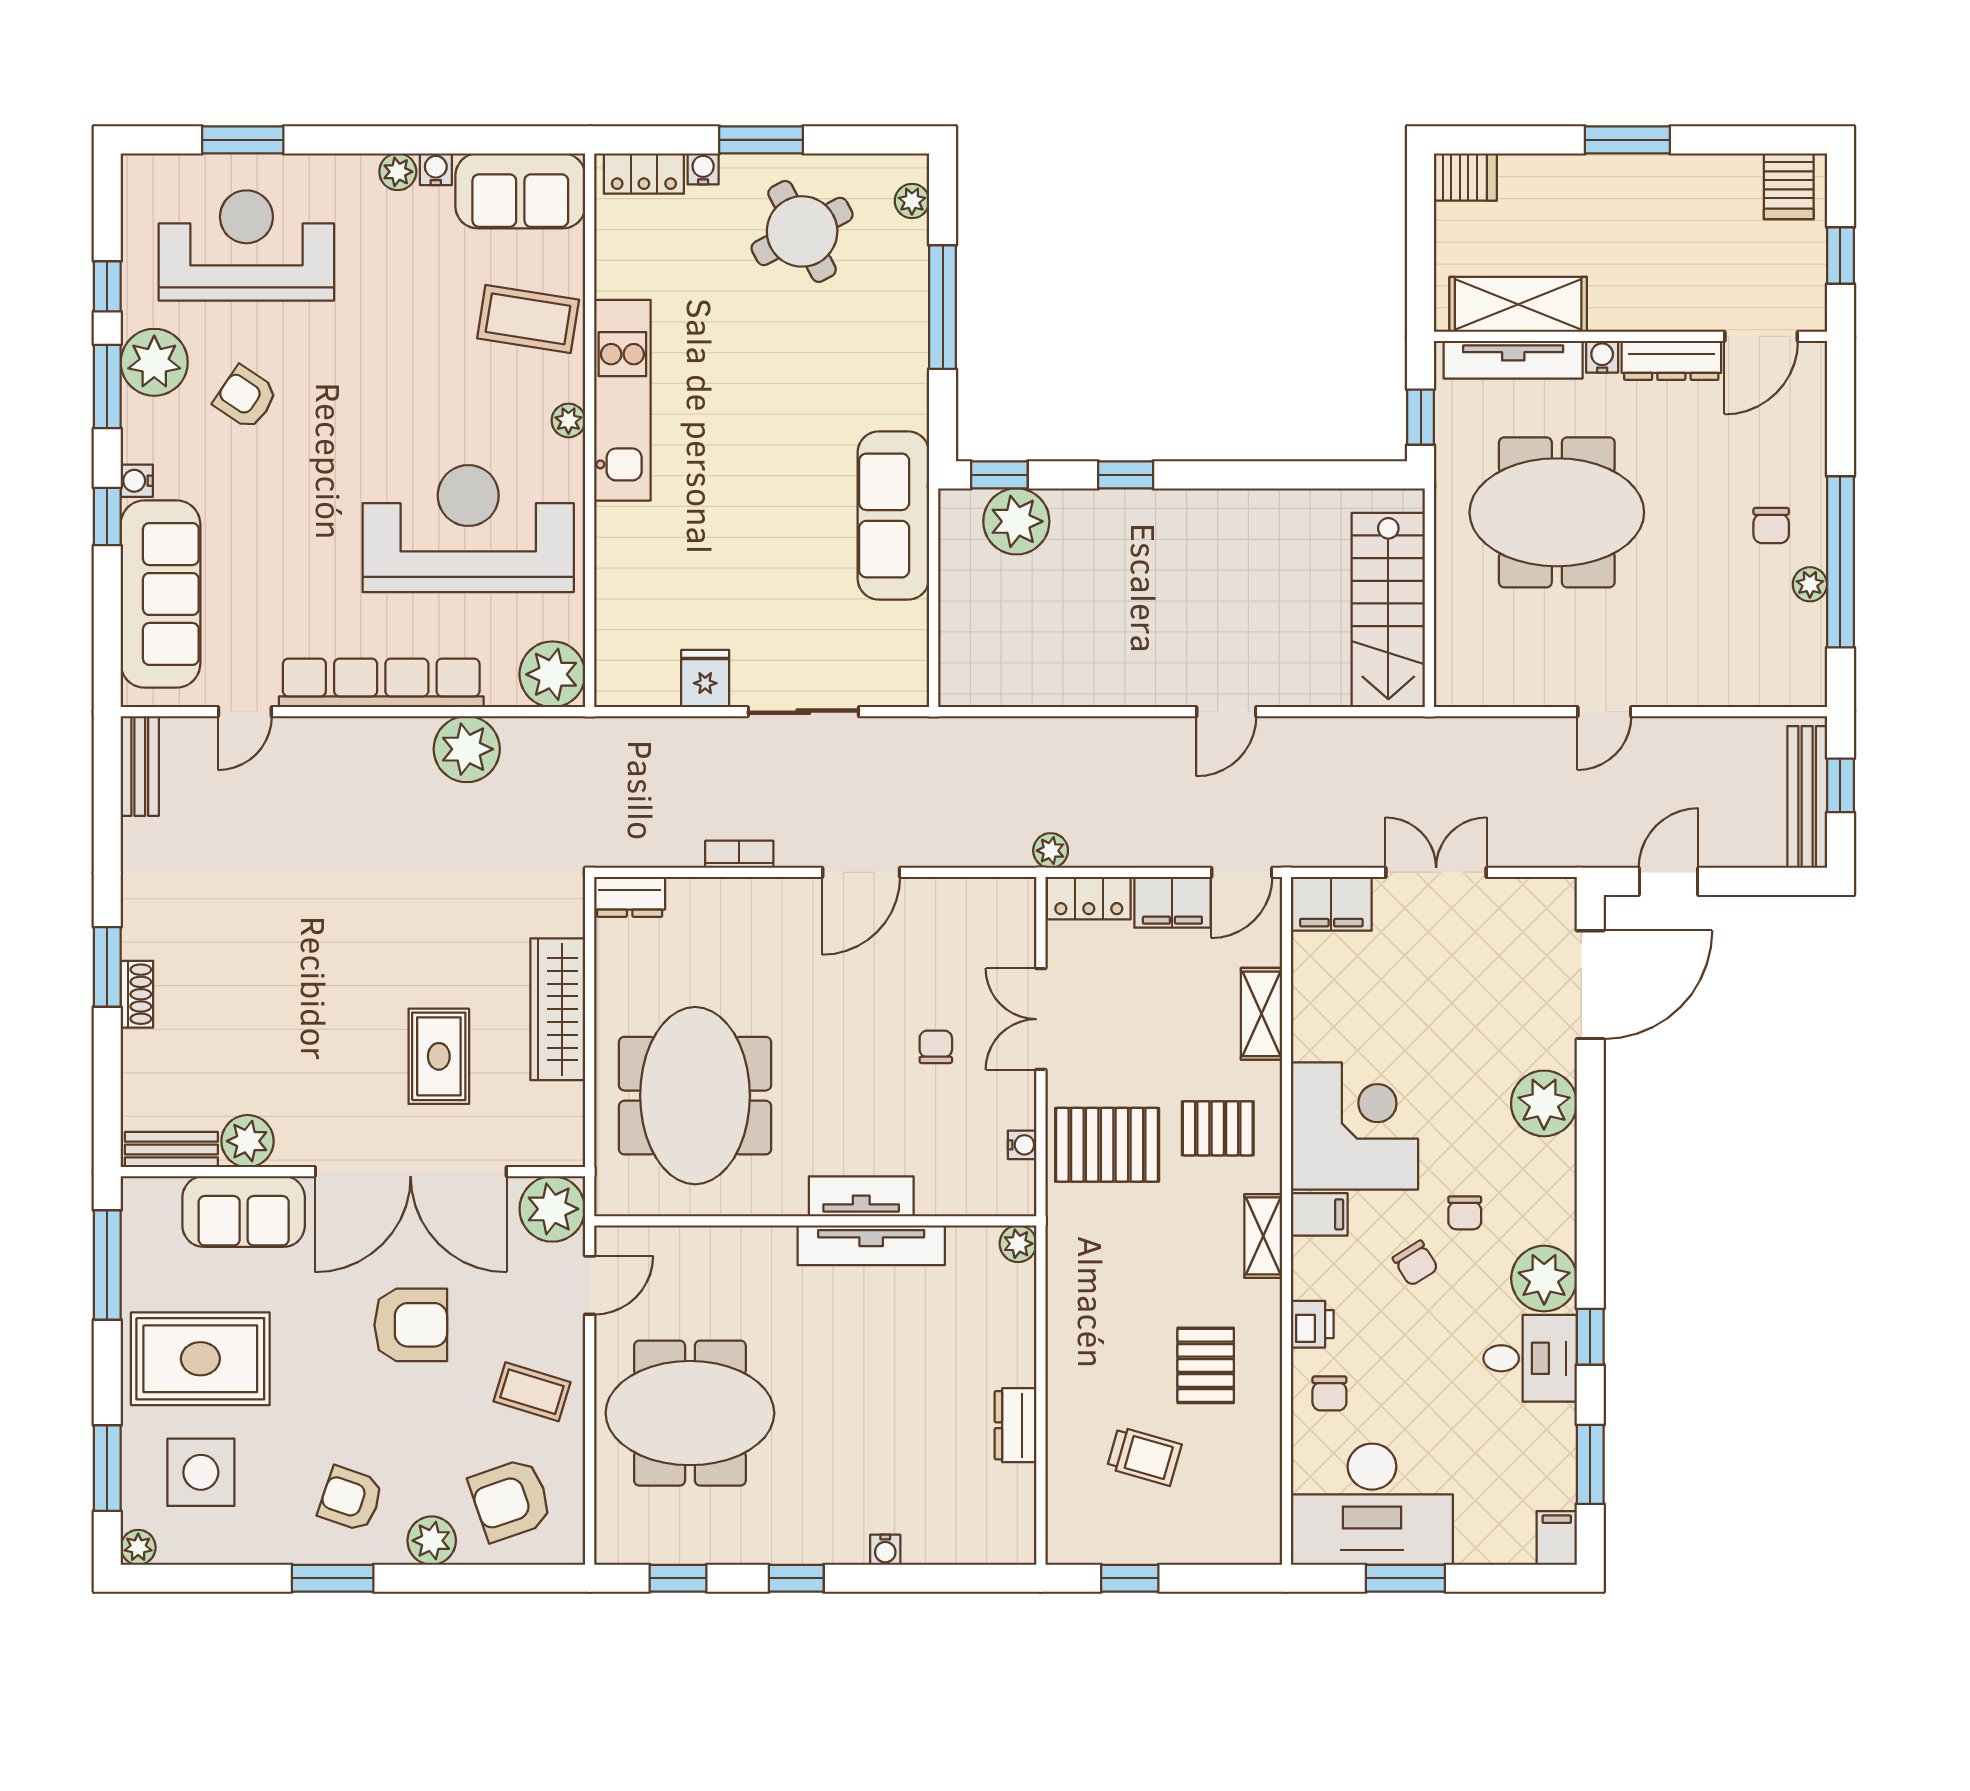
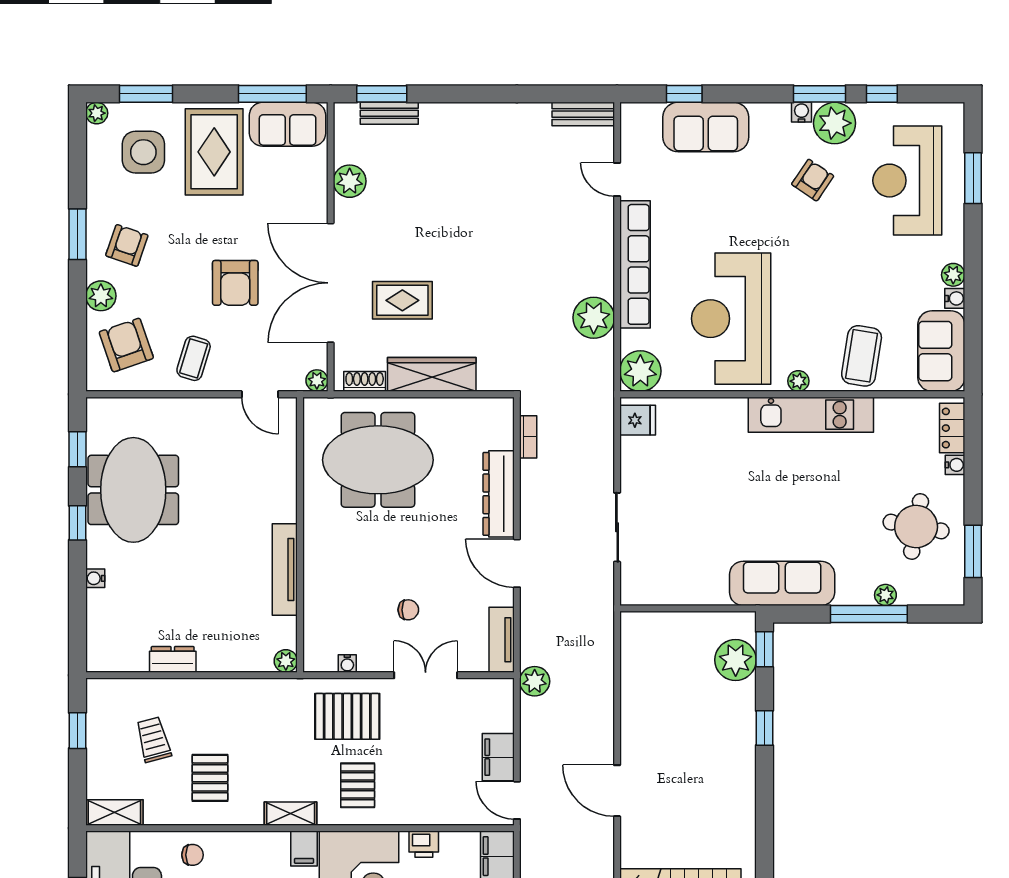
window: (761, 140) -> (973, 551), moved
plant: (912, 201) -> (885, 595), moved
round table: (802, 231) -> (916, 527), turned 38
reception desk: (246, 245) -> (907, 181), turned 180
water cooler: (137, 481) -> (801, 112), moved
sofa: (893, 515) -> (782, 583), moved
window: (107, 517) -> (684, 94), moved
reception desk: (468, 529) -> (731, 319), turned 180
sofa: (160, 594) -> (706, 127), width x0.73
fridge: (705, 679) -> (638, 420), moved
door: (1226, 712) -> (617, 791), width x1.38
plant: (1051, 851) -> (535, 681), width x1.38, depth x1.38
bookcase: (739, 854) -> (528, 437), moved
dresser: (630, 897) -> (499, 494), moved, width x1.96, depth x1.24
locker: (1089, 898) -> (501, 705), removed
window: (107, 967) -> (382, 94), moved
shoe rack: (137, 994) -> (365, 381), moved, turned 180
shelving: (1261, 1014) -> (114, 813), moved
pallet: (1107, 1145) -> (347, 716), turned 90
bench: (171, 1150) -> (389, 113), moved, turned 90
tv unit: (861, 1196) -> (502, 640), moved, turned 180
plant: (552, 1209) -> (317, 380), width x0.53, depth x0.53
sofa: (244, 1212) -> (288, 124), moved, turned -90
printer: (1312, 1324) -> (424, 844), moved
pallet: (1206, 1365) -> (210, 778), turned 90
chair: (1329, 1393) -> (193, 855), turned 180
meeting table: (690, 1413) -> (133, 490), moved
trolley: (1144, 1456) -> (153, 740), turned 149

